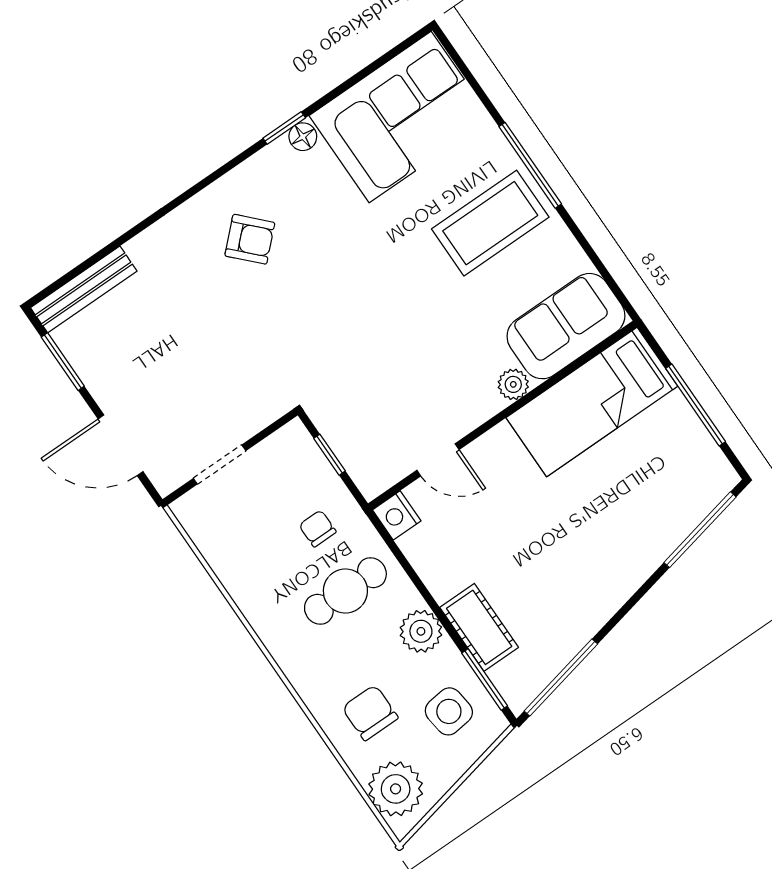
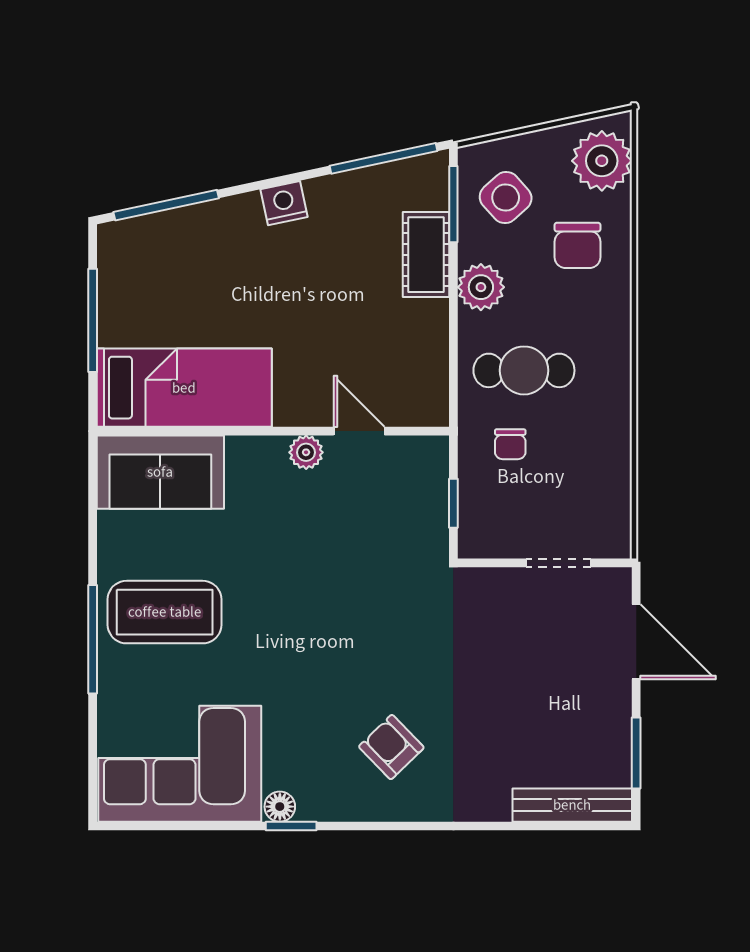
plant: (513, 384) -> (306, 452), moved
nightstand: (397, 515) -> (284, 203), moved, turned -102
side table: (449, 711) -> (506, 198), turned -35

